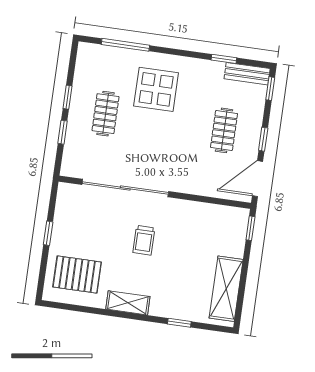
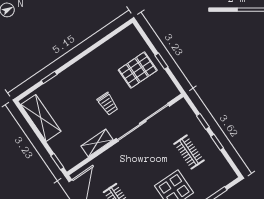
trolley: (144, 240) -> (108, 104), turned 180
pallet: (77, 274) -> (138, 70), moved
shelving: (128, 303) -> (97, 143), moved

